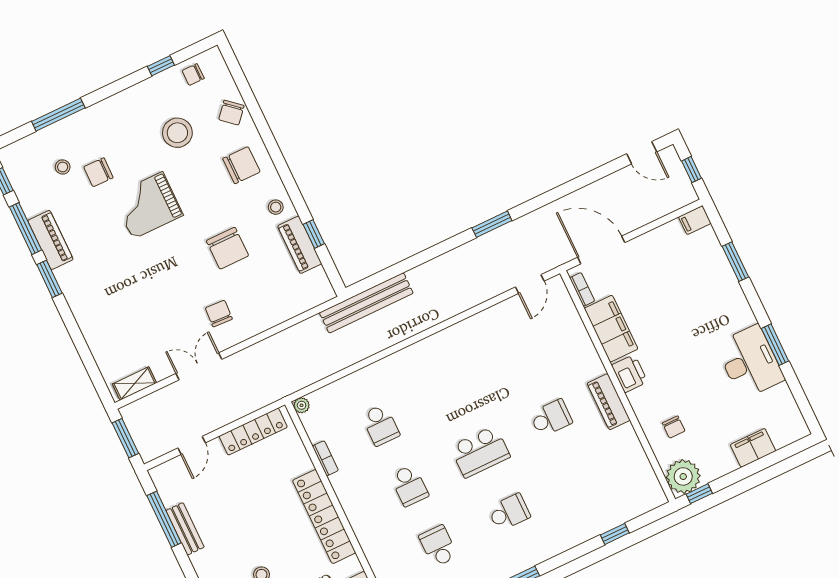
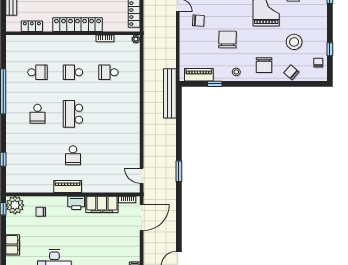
piano: (300, 245) -> (199, 75), moved
chair: (227, 248) -> (228, 40), turned 91

